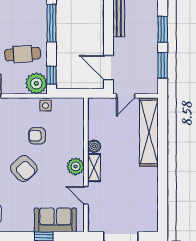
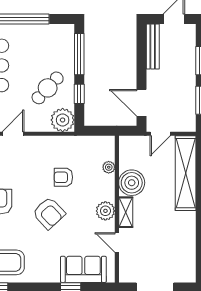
cafe table: (23, 54) -> (48, 88), turned -43
window: (52, 75) -> (79, 94), moved
side table: (45, 106) -> (73, 144), removed
plant: (79, 127) -> (109, 167), added
boiler: (94, 146) -> (132, 183), width x1.86, depth x1.86

